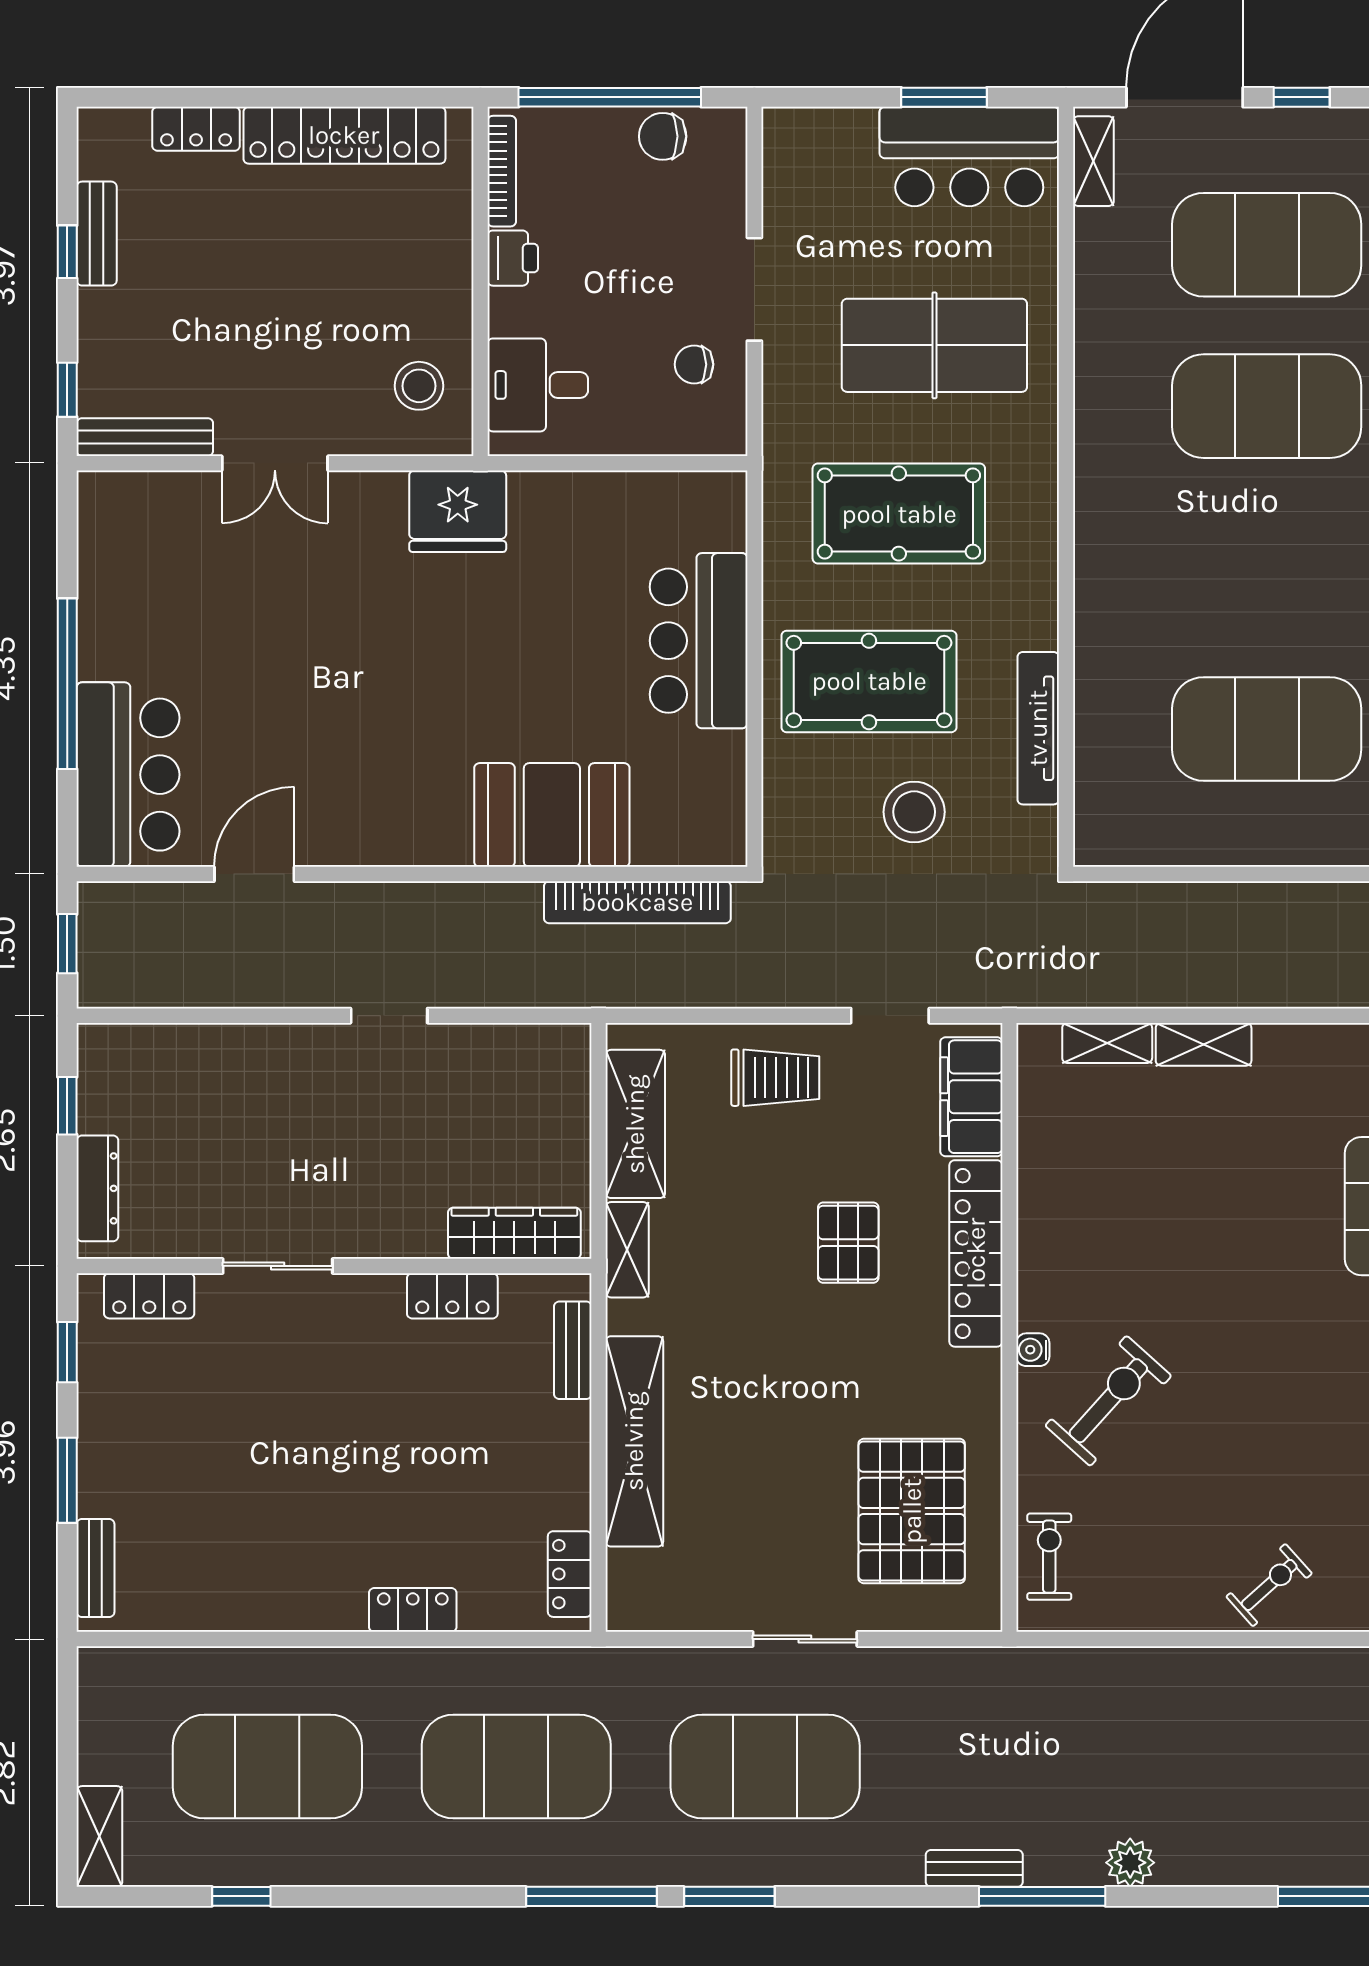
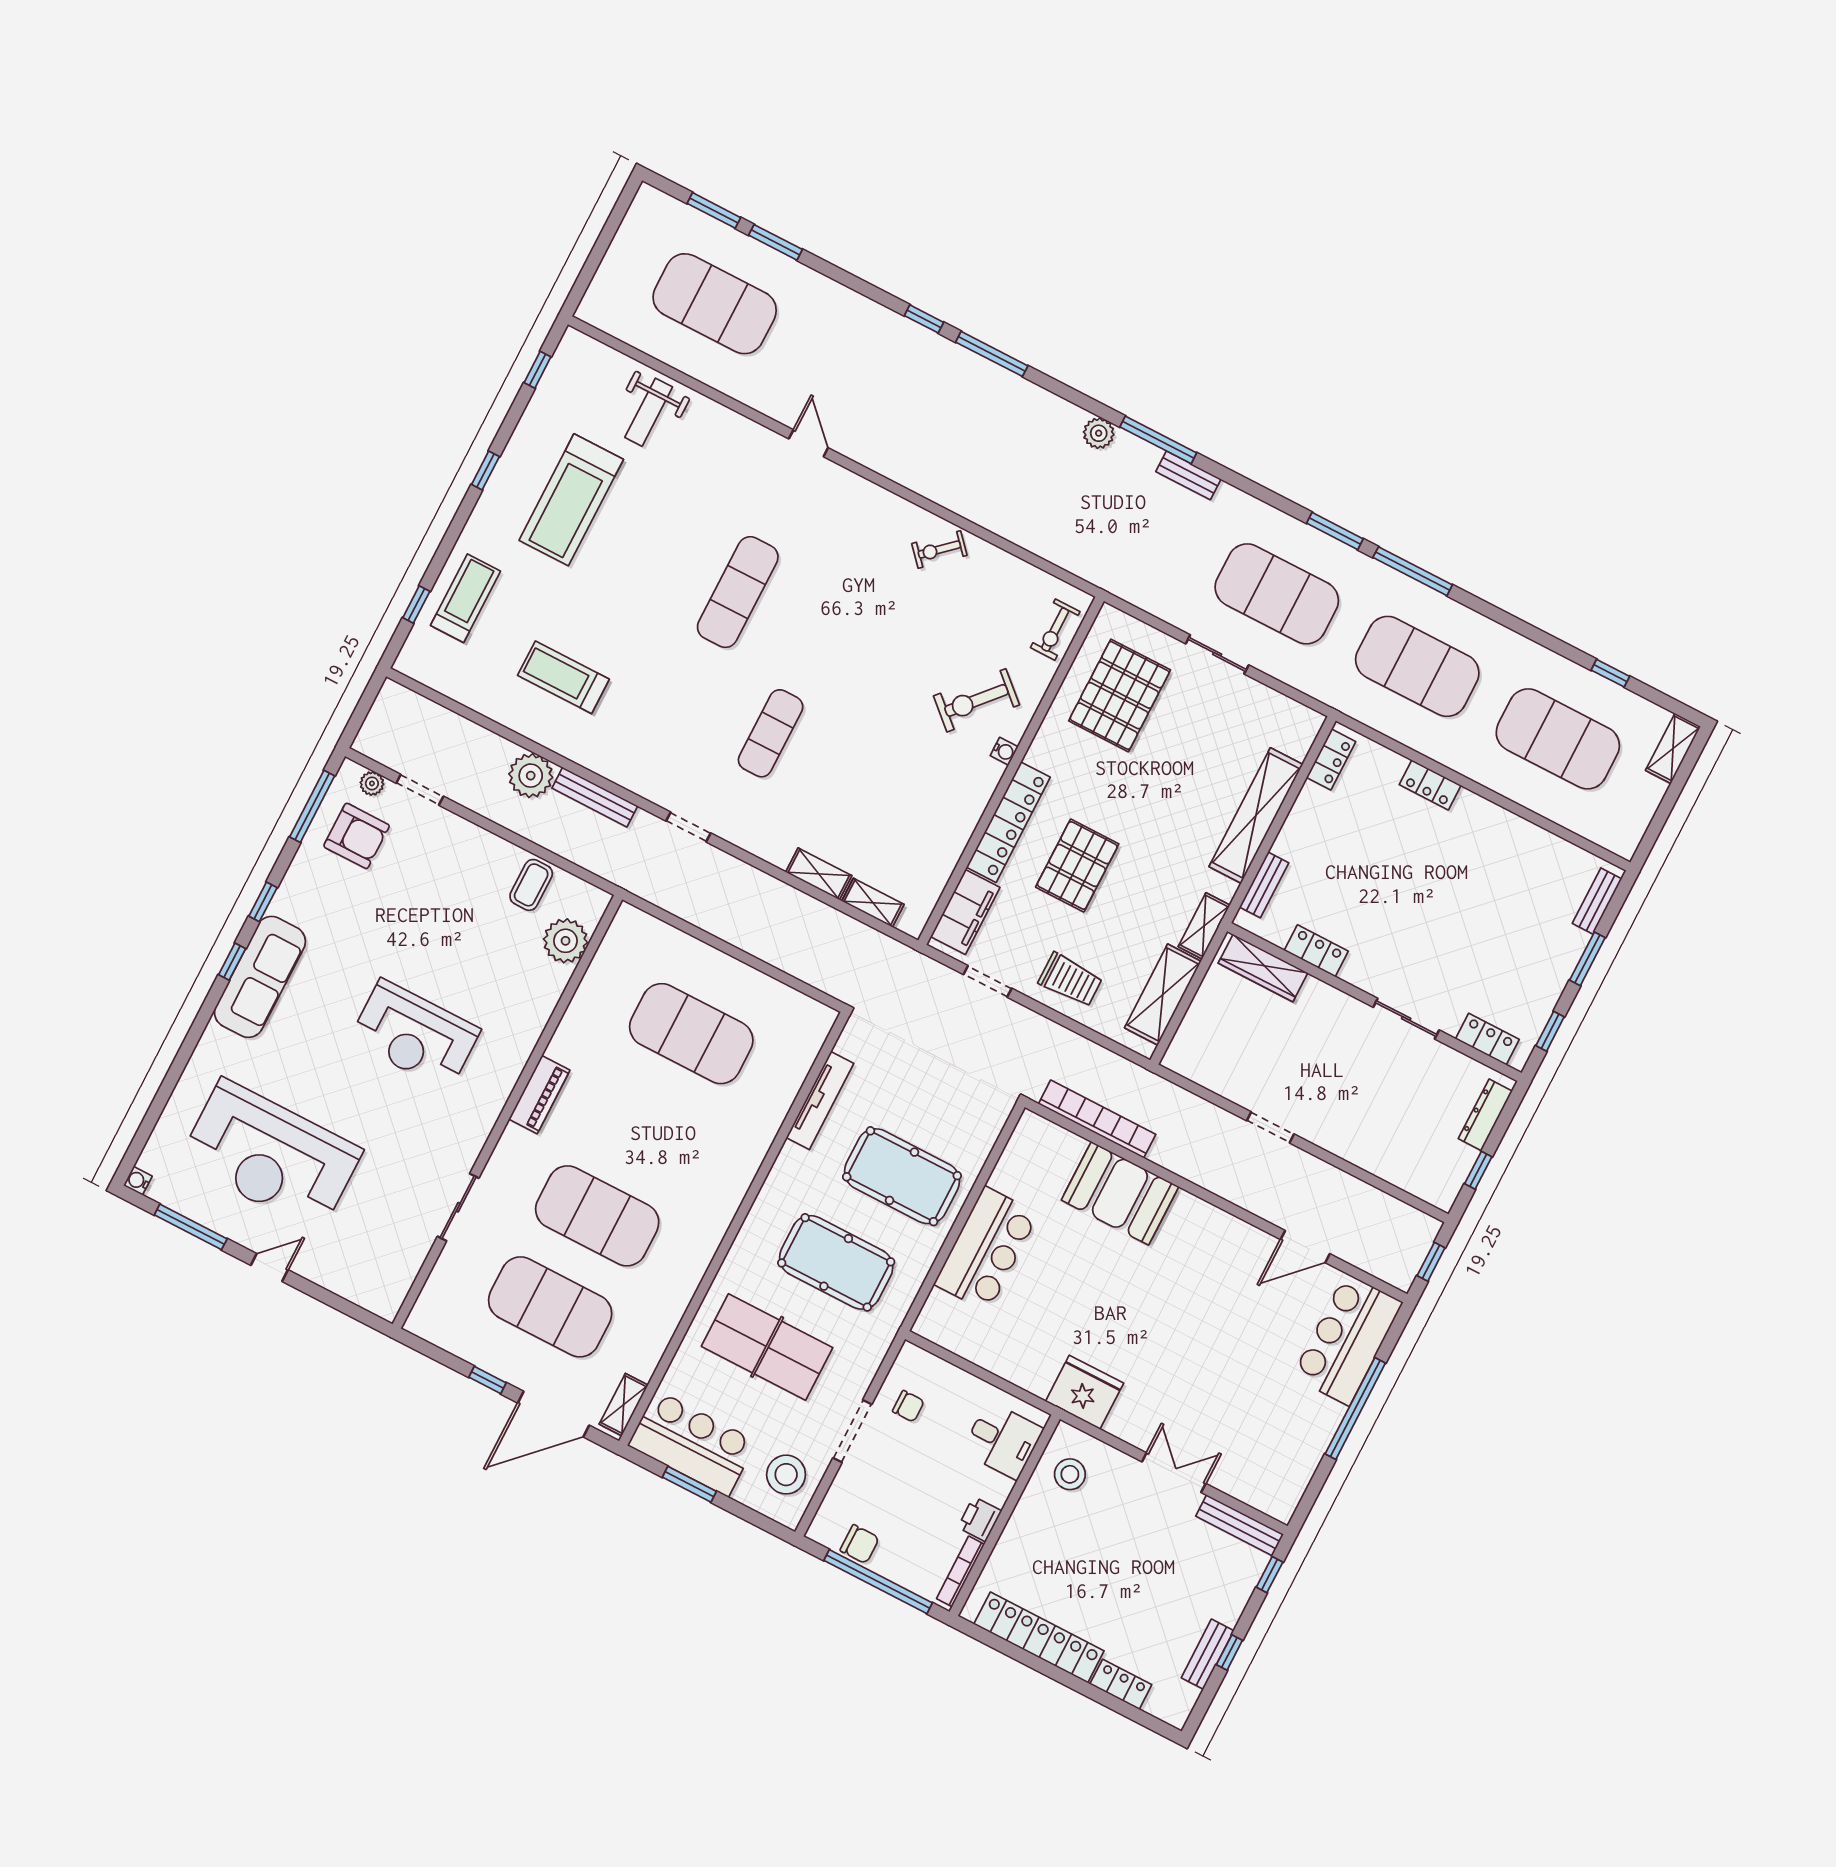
stool: (914, 812) -> (786, 1475), moved
trolley: (775, 1078) -> (1070, 980), turned 180
pallet: (848, 1243) -> (1077, 865), width x1.50, depth x1.42

